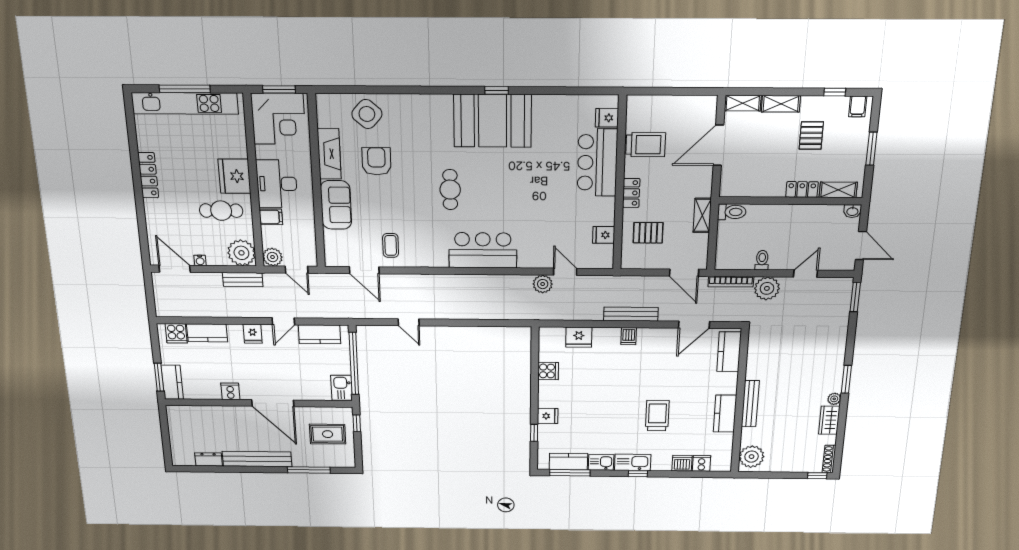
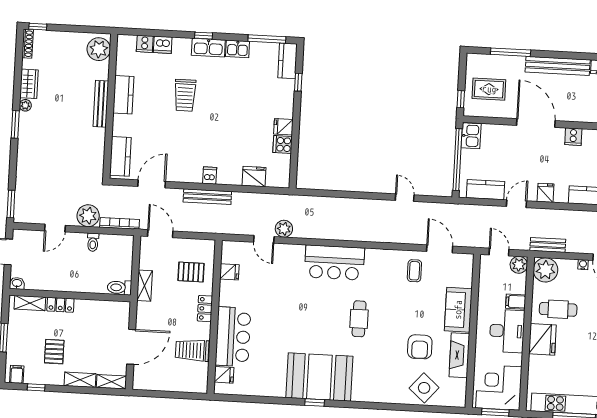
fridge: (548, 416) -> (283, 127), moved
kitchen counter: (568, 462) -> (287, 61), moved, turned 90

